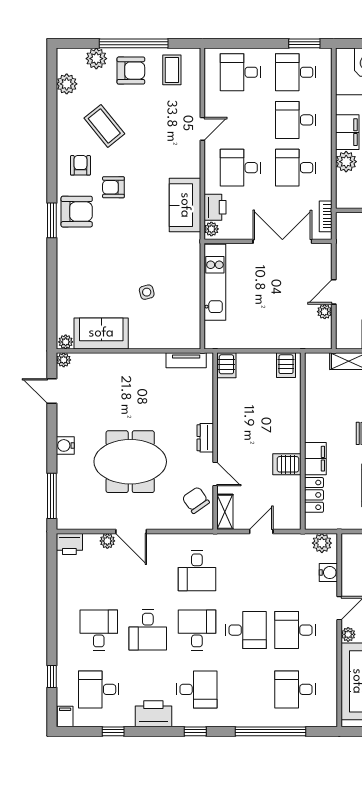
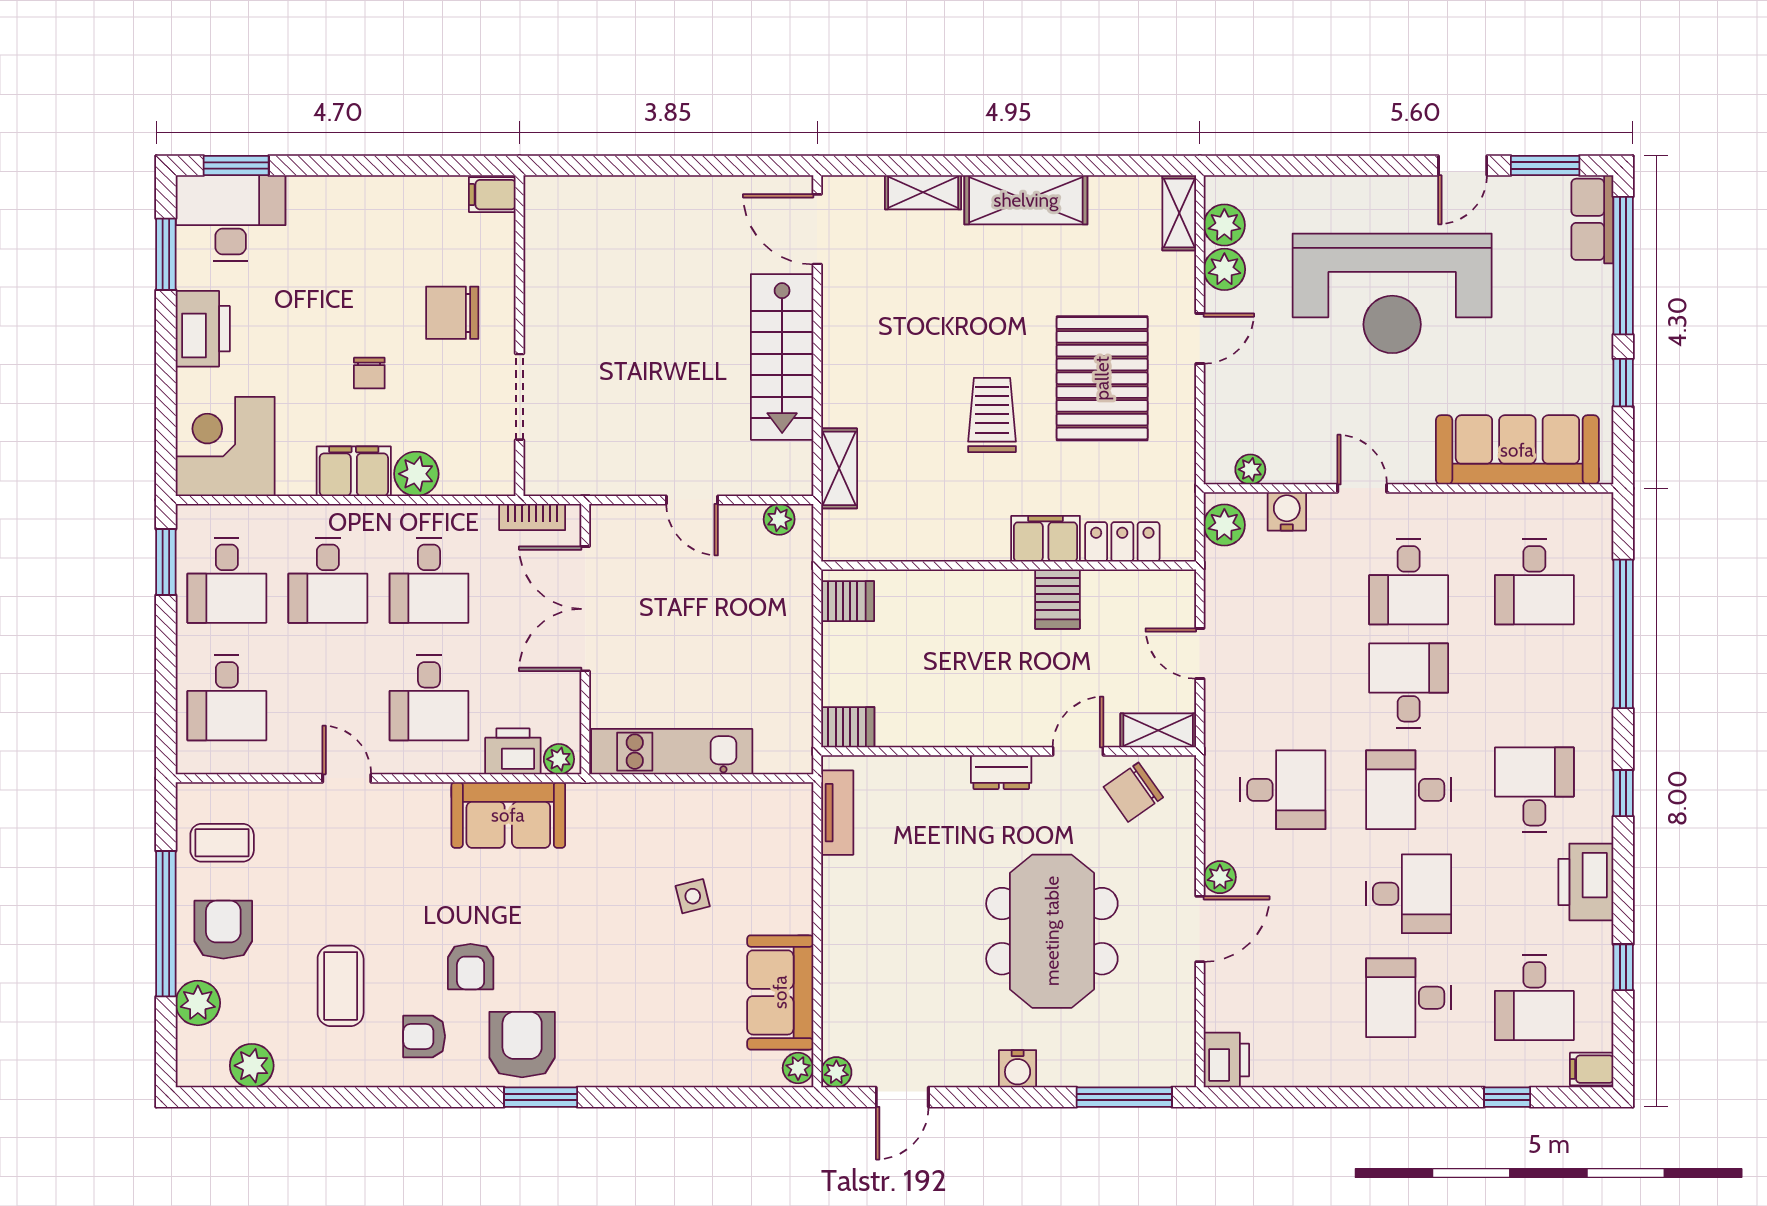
coffee table: (104, 126) -> (341, 986), turned -51
plant: (325, 312) -> (779, 519), moved
plant: (107, 541) -> (1220, 877), moved
plant: (348, 634) -> (1250, 469), moved

